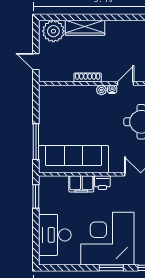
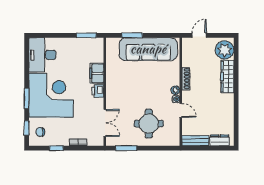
window: (36, 142) -> (132, 35), width x0.69
sofa: (73, 159) -> (148, 49), moved, turned 90
desk: (55, 235) -> (42, 55), moved, turned -90

